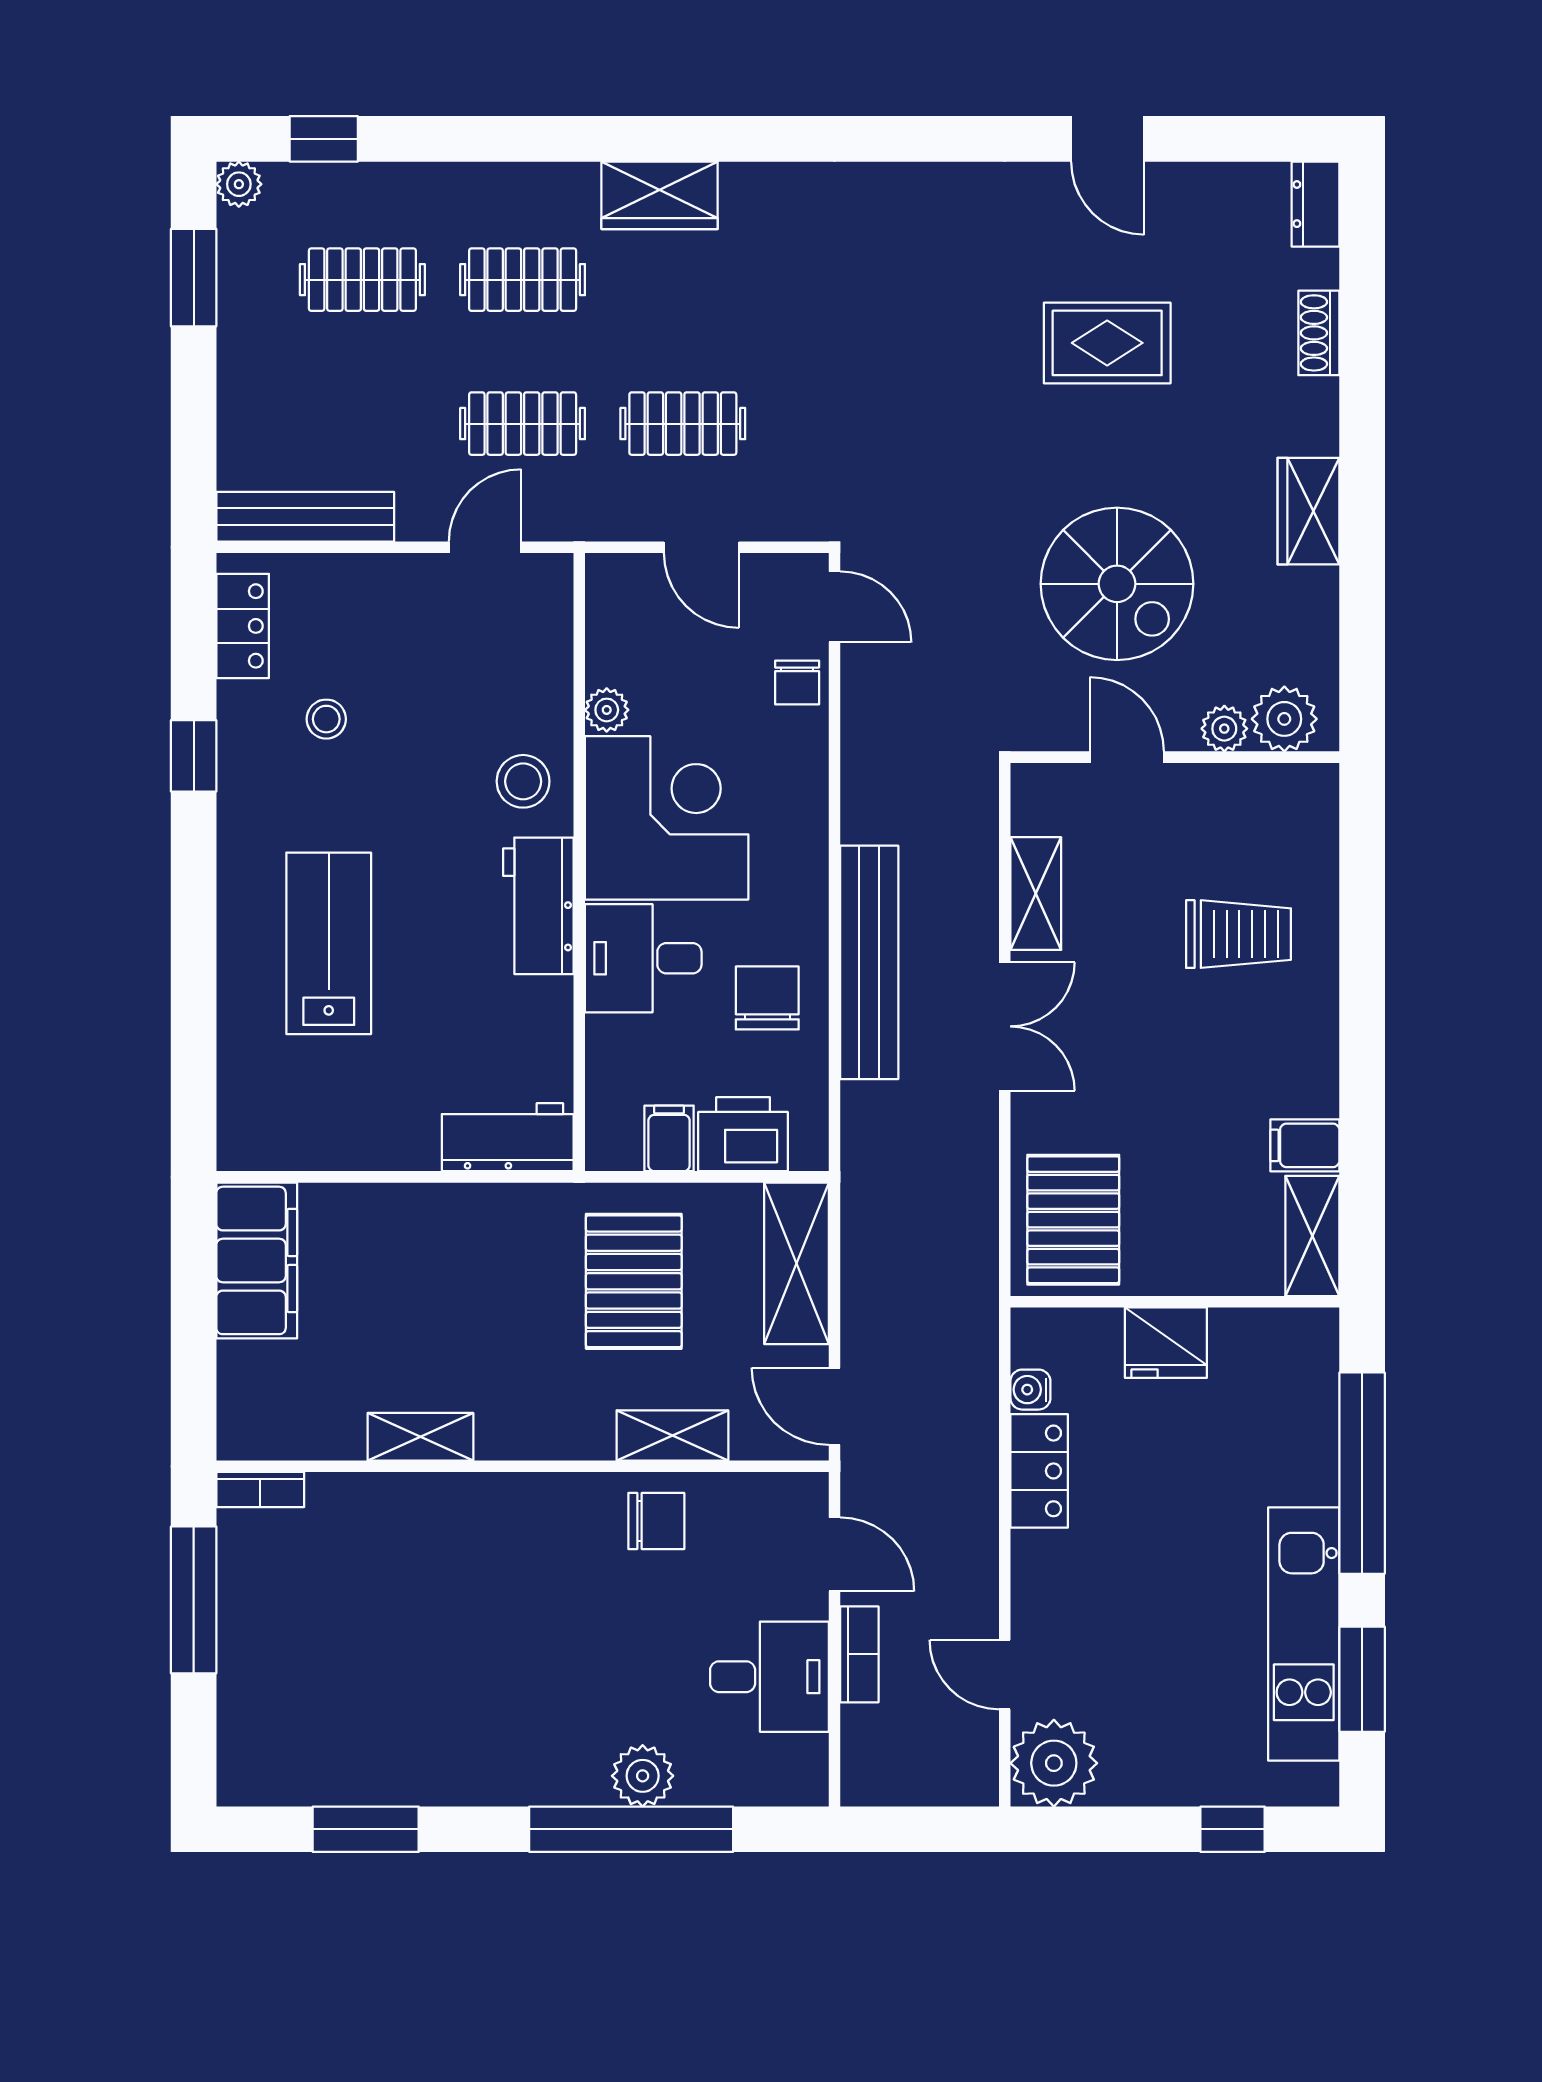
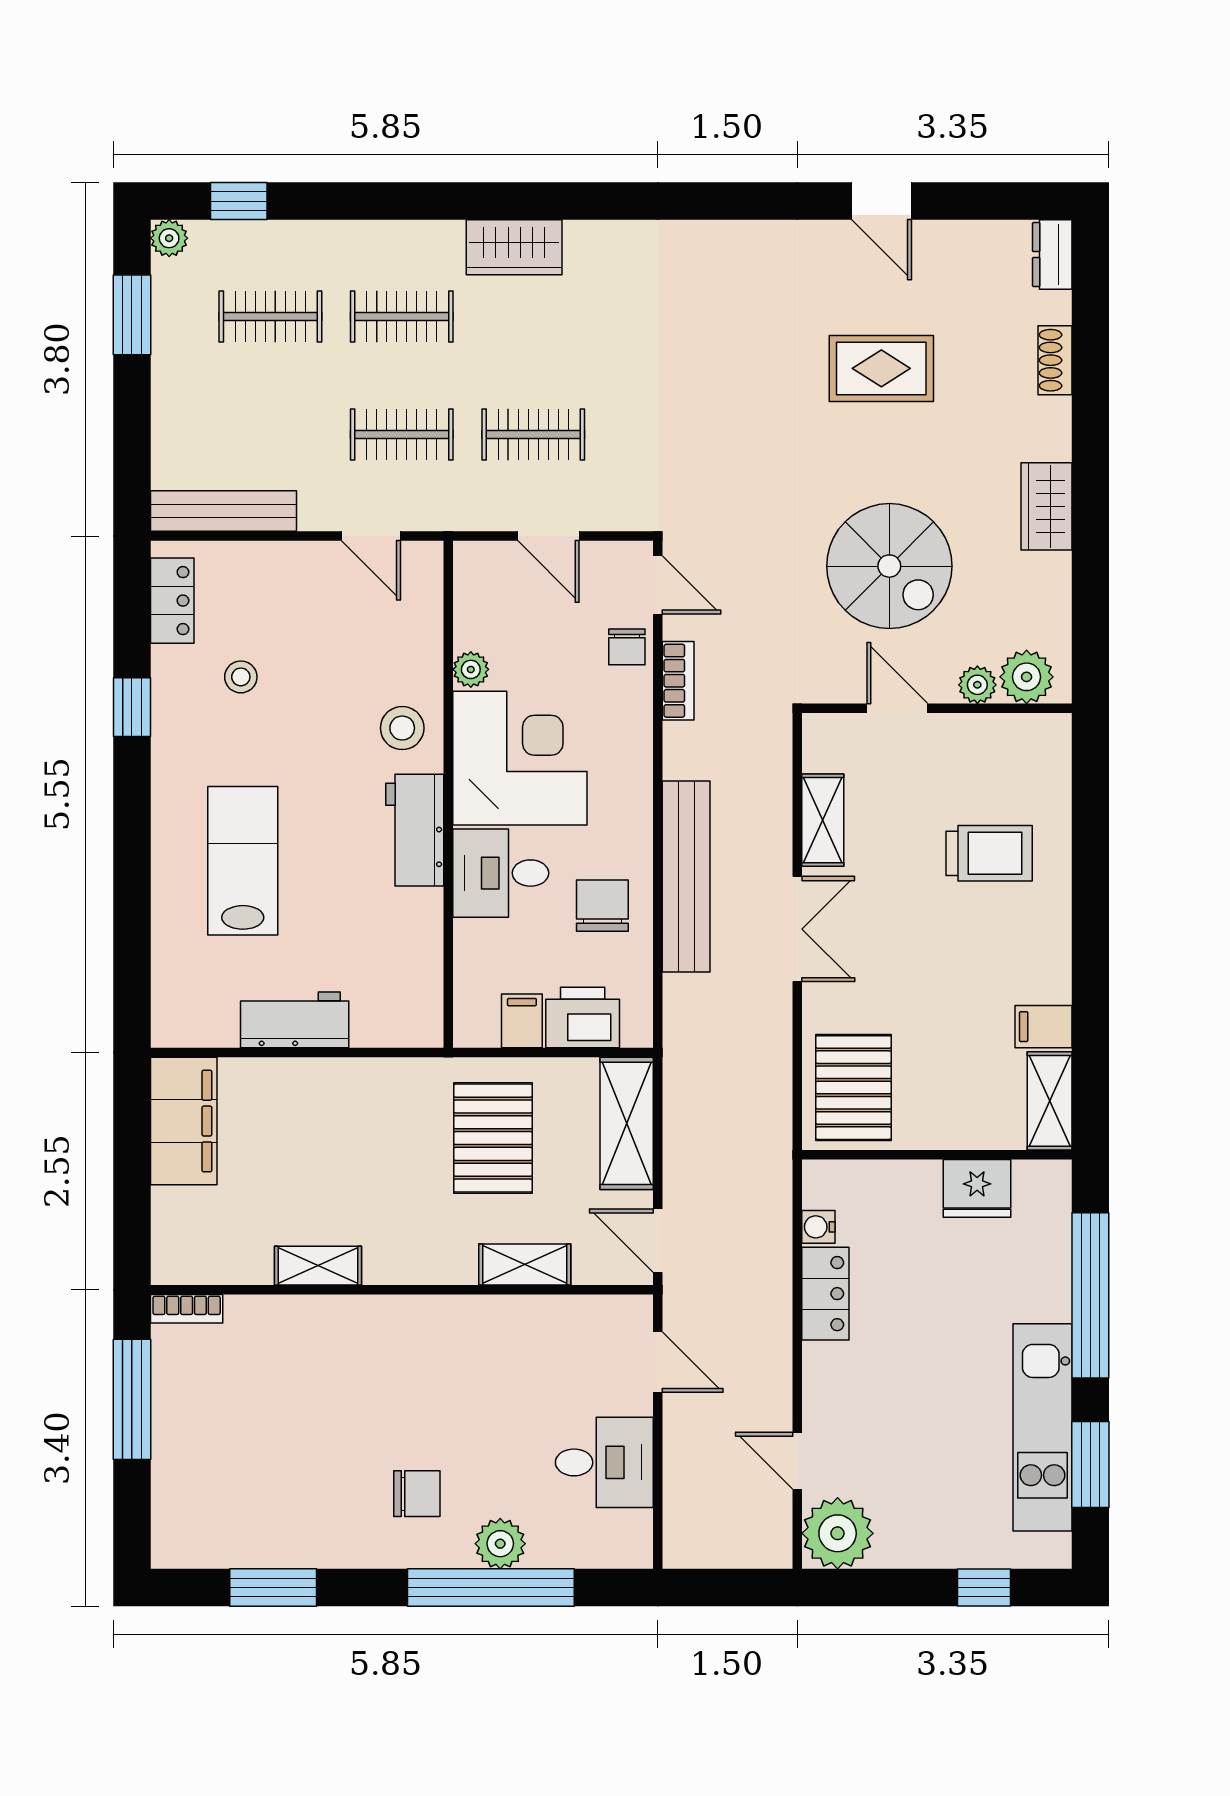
door: (485, 547) -> (371, 536), swing flipped
workbench: (508, 1137) -> (295, 1020), moved
fridge: (1166, 1343) -> (977, 1188), moved
chair: (656, 1521) -> (417, 1494), moved
bookcase: (859, 1654) -> (678, 681), moved

